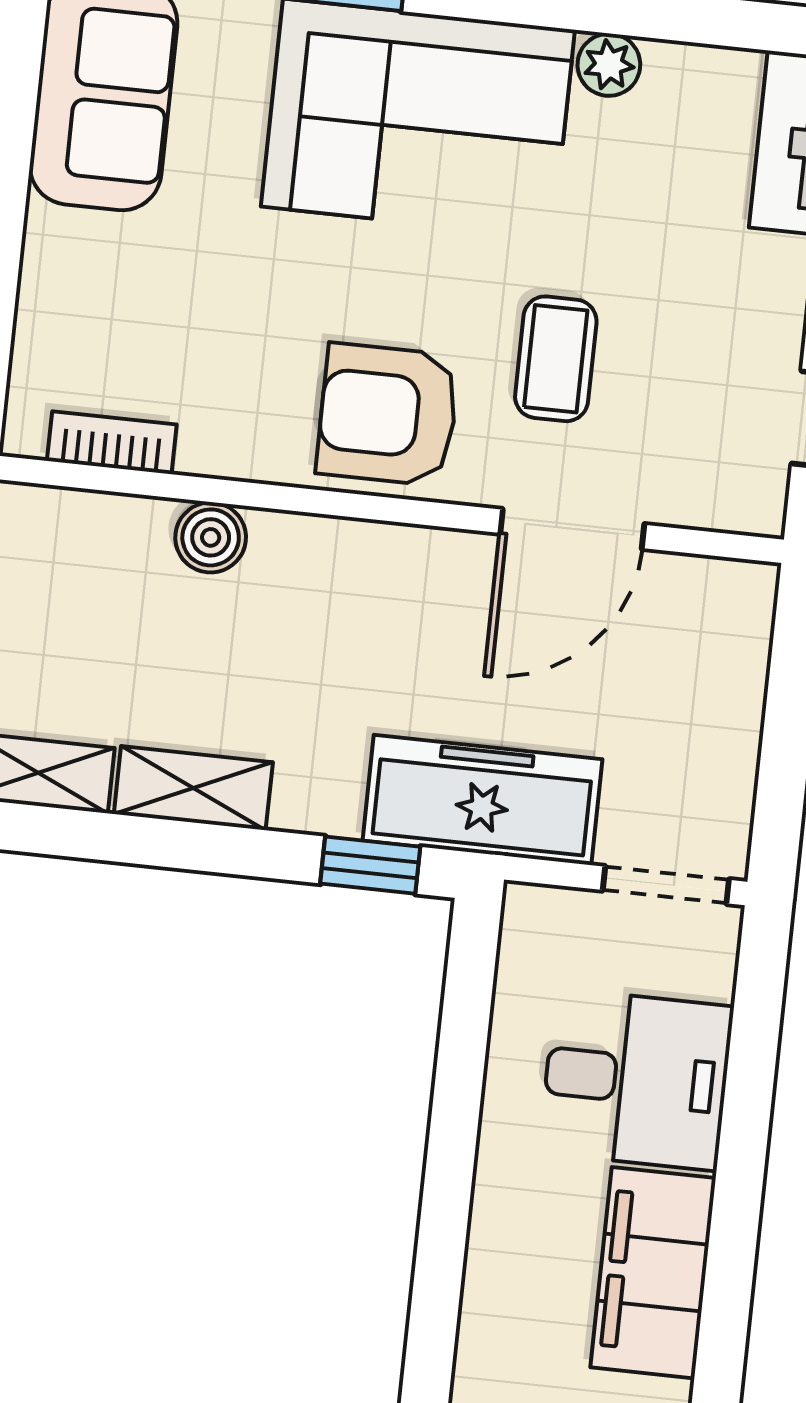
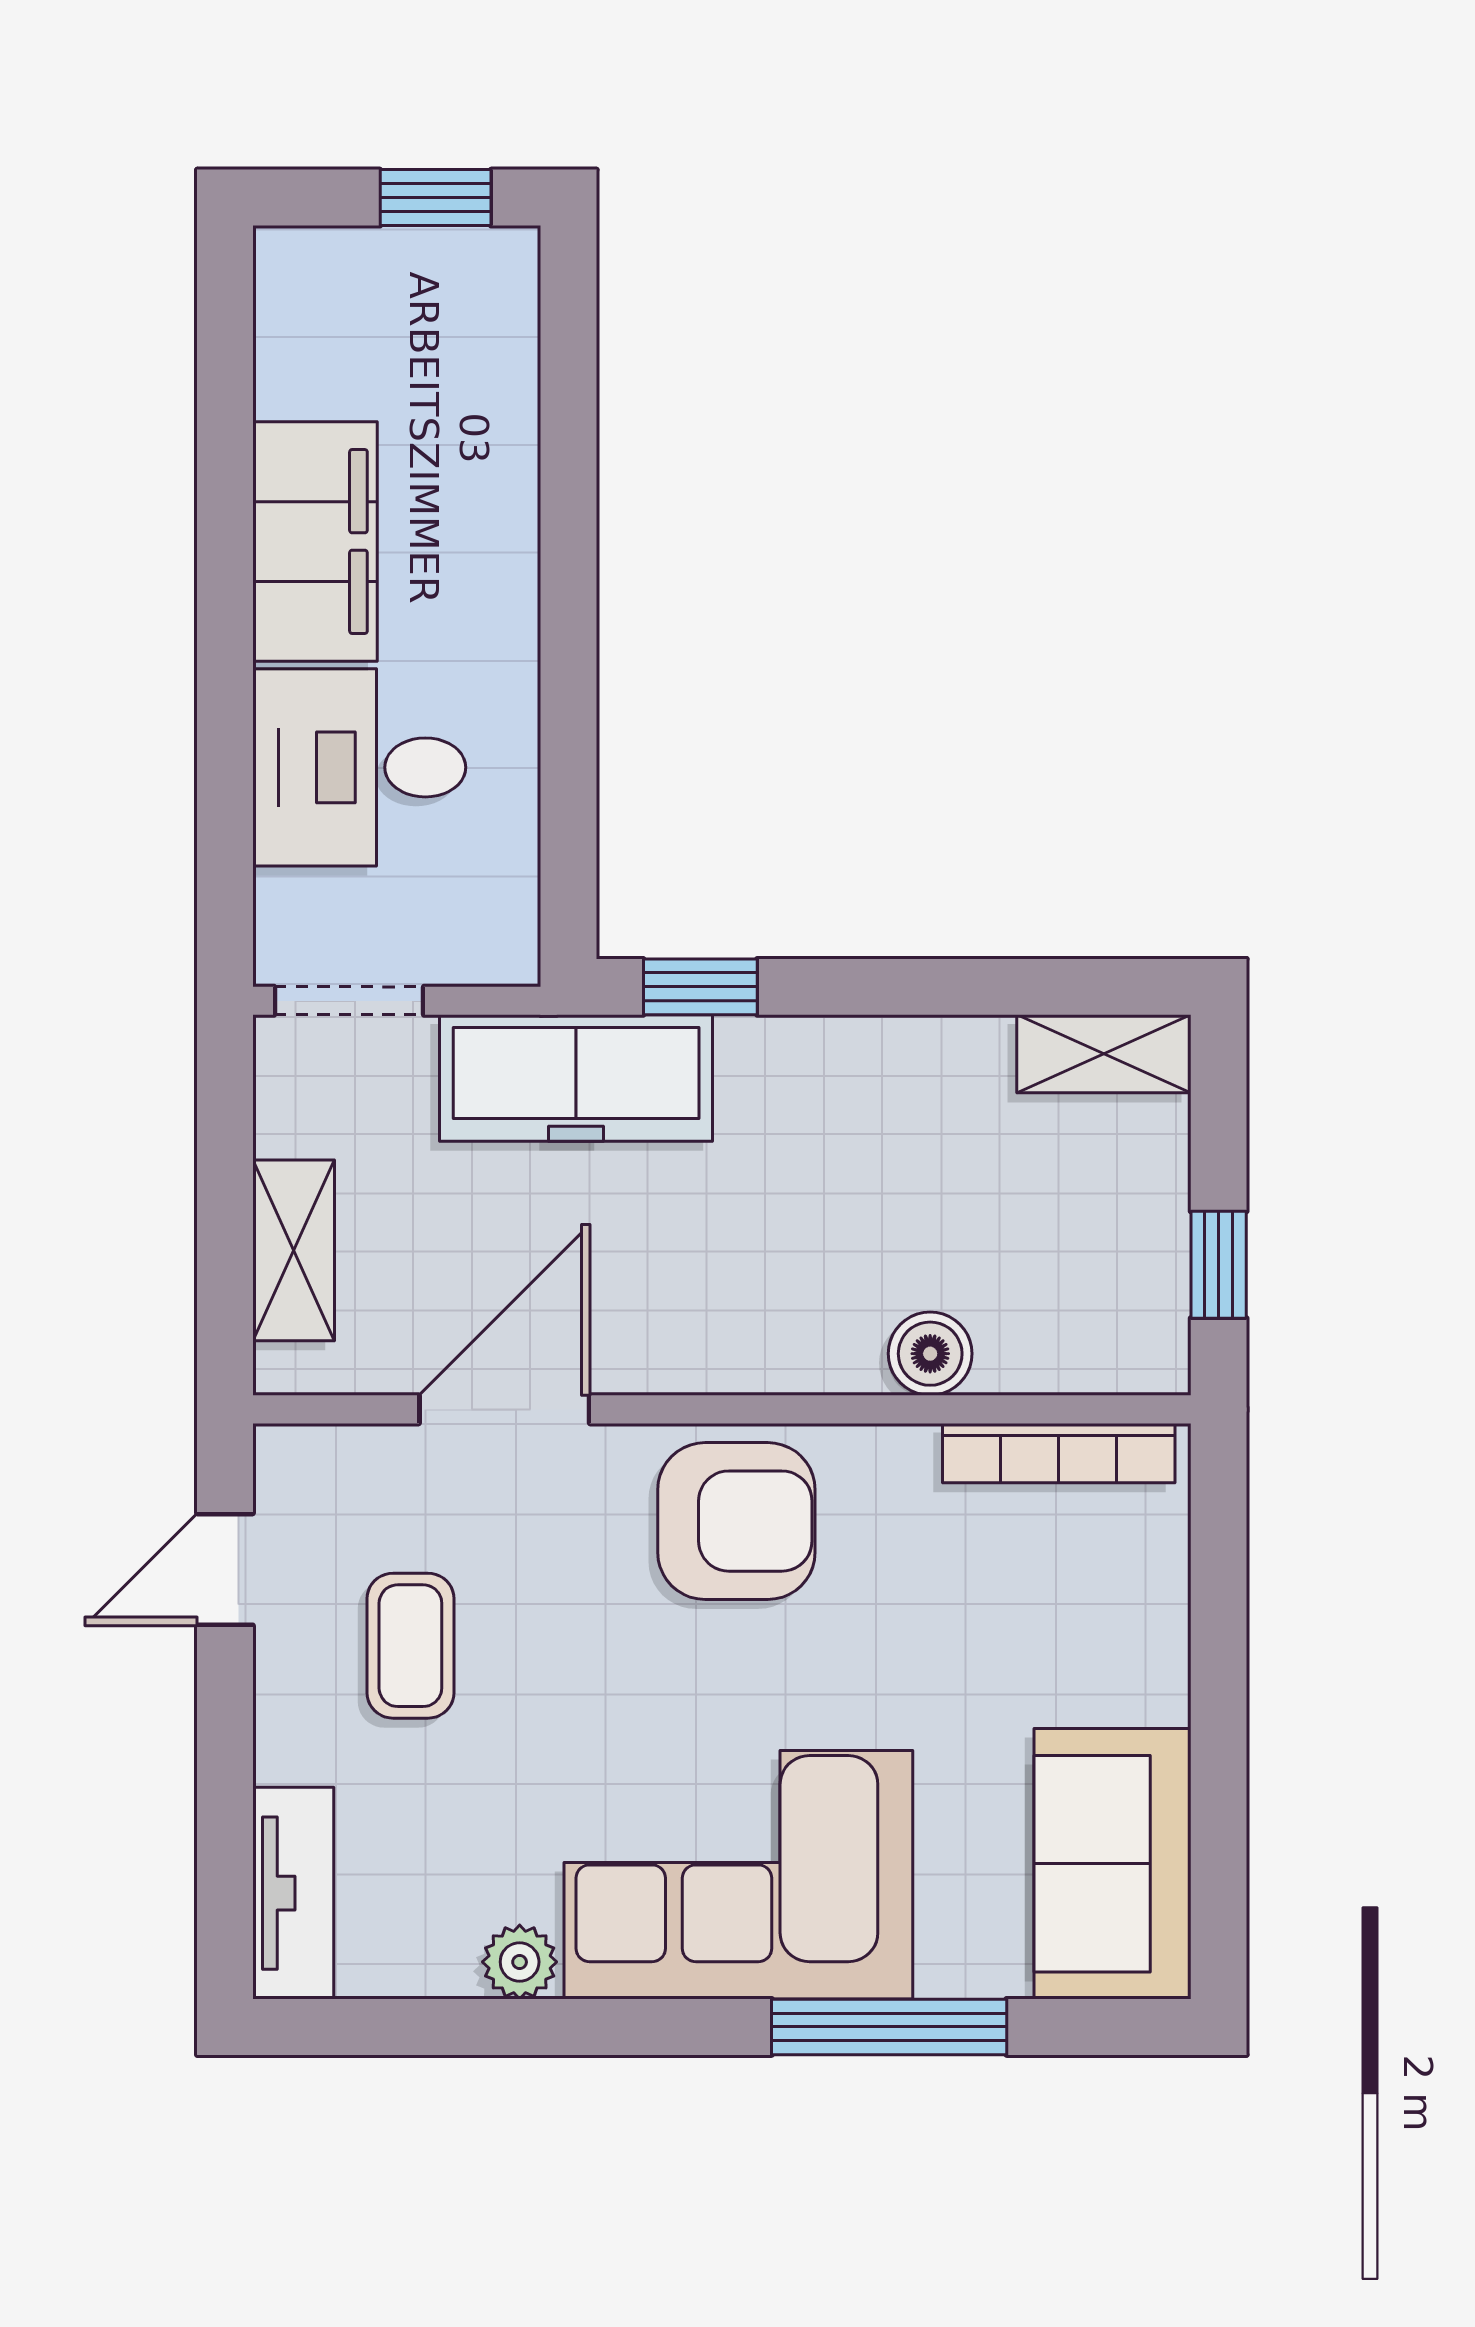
coffee table: (556, 359) -> (410, 1646), moved
bookcase: (112, 443) -> (1059, 1453), width x1.56
shelving: (193, 788) -> (294, 1250), moved, turned 90

